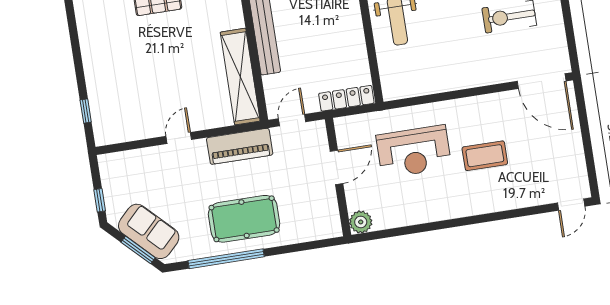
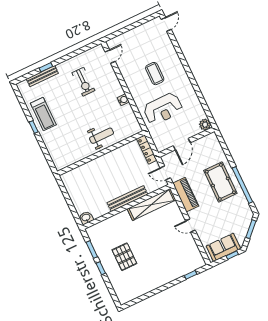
door: (542, 81) -> (110, 57), width x0.53
water cooler: (453, 82) -> (123, 100), added
reception desk: (414, 152) -> (163, 109), turned 90
door: (337, 167) -> (182, 144), swing flipped
door: (571, 205) -> (166, 24), hinge flipped
sofa: (149, 231) -> (223, 247), moved, turned 45

